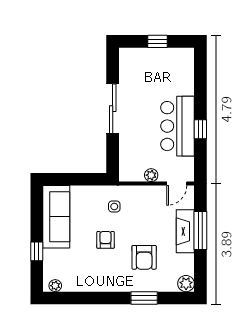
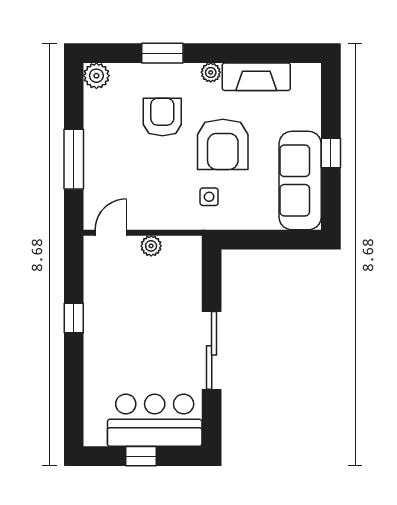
bar counter: (178, 126) -> (155, 420), moved, turned -90
fireplace: (185, 231) -> (256, 77), moved, turned 90
armchair: (106, 240) -> (223, 144), width x1.88, depth x1.88
window: (37, 251) -> (331, 153), moved
plant: (55, 286) -> (211, 72), moved

